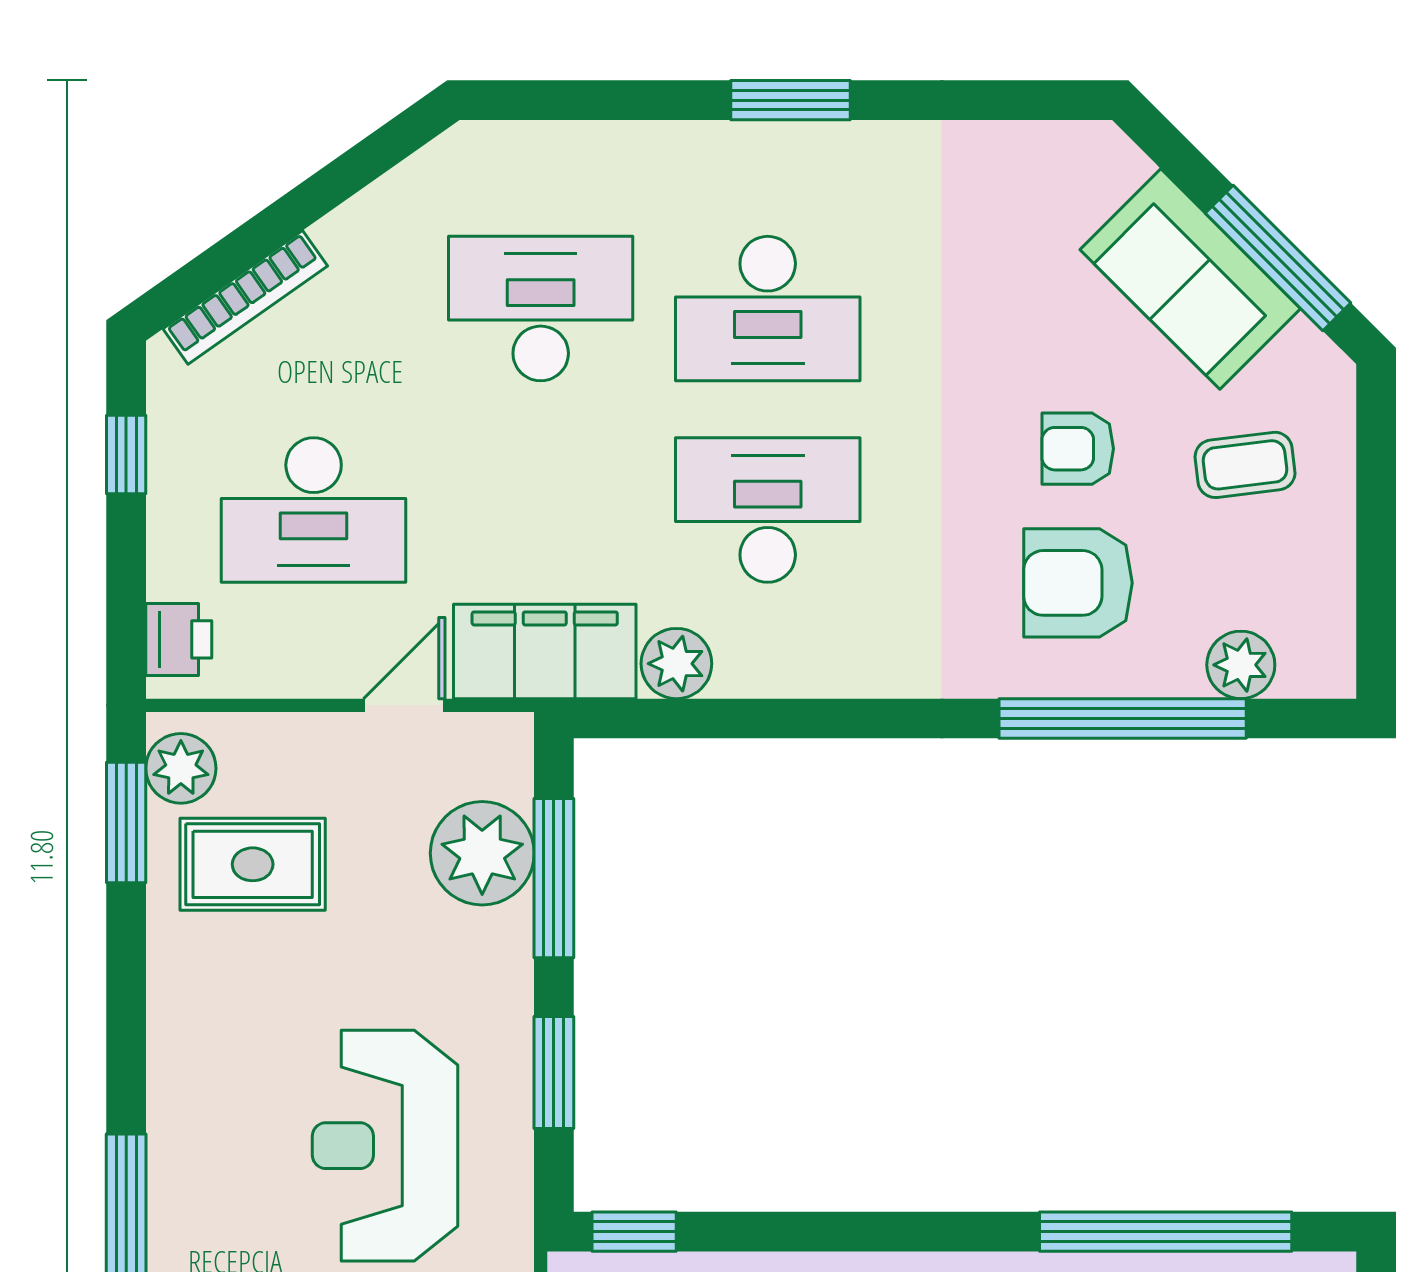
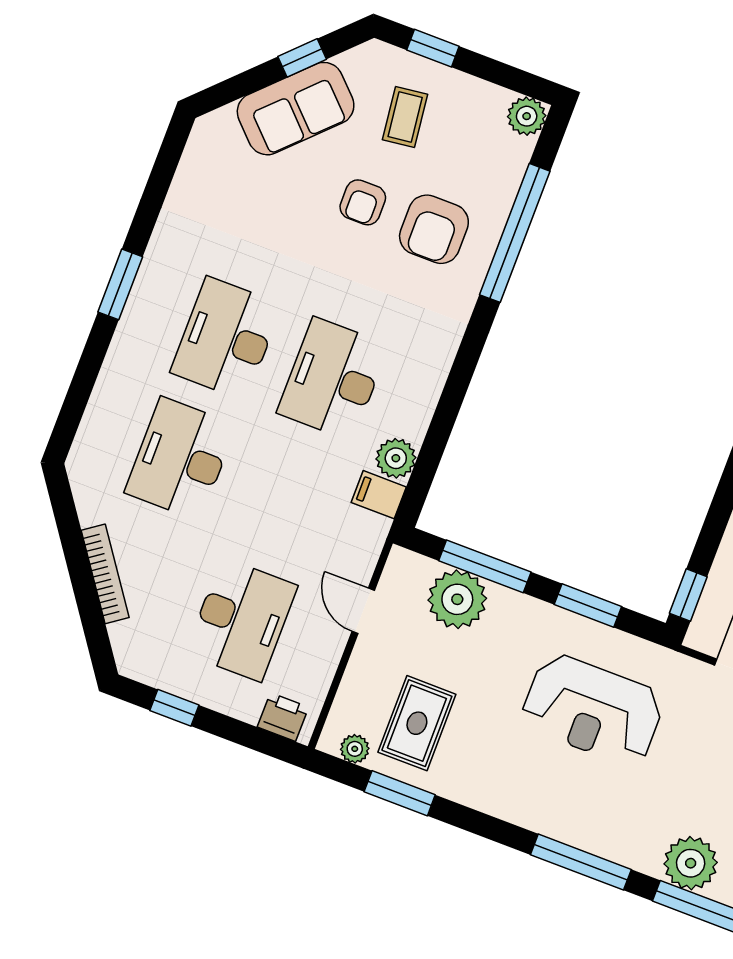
window: (1278, 258) -> (302, 58), width x0.46
bookcase: (245, 297) -> (105, 574), moved
desk: (768, 309) -> (226, 338), turned 180
window: (1376, 468) -> (433, 48), added
filing cabinet: (545, 651) -> (379, 495), width x0.33, depth x0.86
plant: (1241, 665) -> (527, 116), moved
plant: (181, 768) -> (355, 749), width x0.73, depth x0.73
window: (126, 822) -> (400, 793), moved

